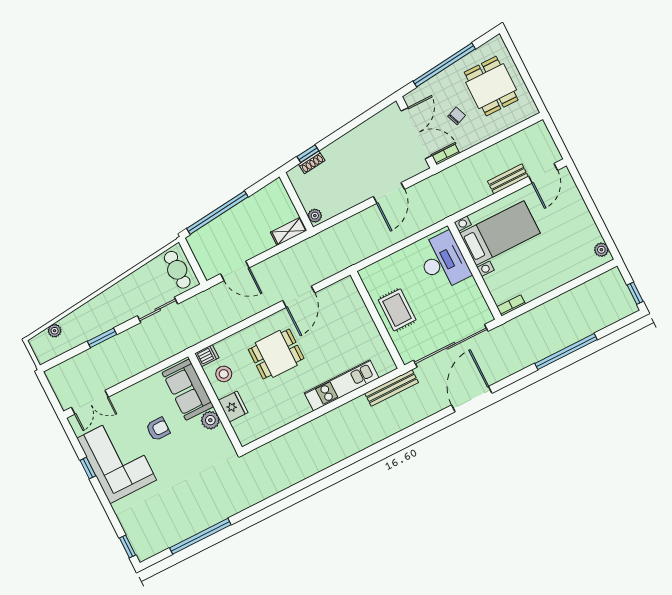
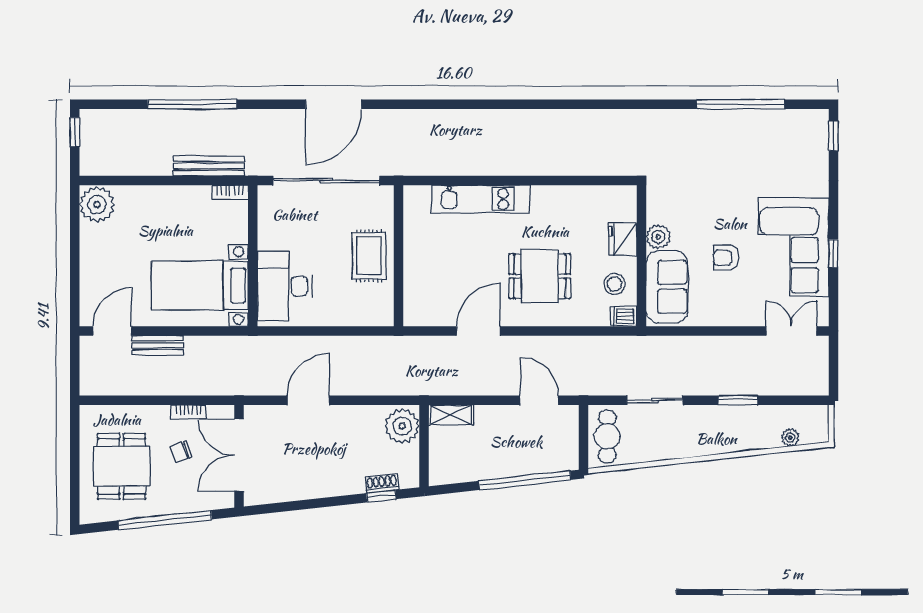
bookcase: (446, 155) -> (189, 412), moved
plant: (315, 216) -> (402, 426), width x1.88, depth x1.88
plant: (601, 250) -> (97, 204), width x1.87, depth x1.87
bench: (392, 388) -> (209, 166), moved

